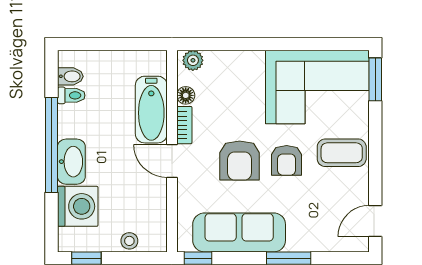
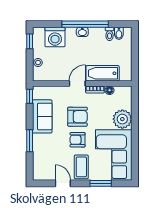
plant: (193, 60) -> (122, 119), moved, width x1.88, depth x1.88
window: (375, 79) -> (101, 183), moved
armchair: (240, 161) -> (78, 117), turned 180
washbasin: (71, 162) -> (82, 32), width x0.52, depth x0.69
door: (375, 221) -> (63, 183), moved
sofa: (239, 232) -> (42, 116), width x0.73

